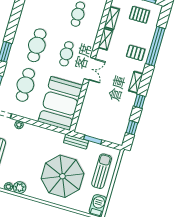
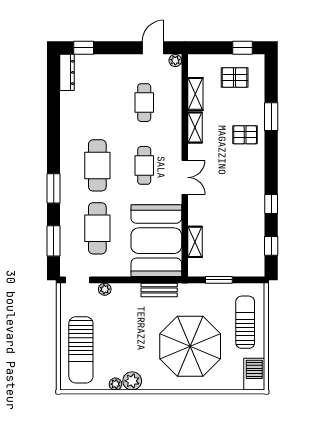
window: (155, 46) -> (271, 117), width x0.47
shelving: (136, 82) -> (195, 242), moved
bench: (76, 142) -> (159, 290), moved

